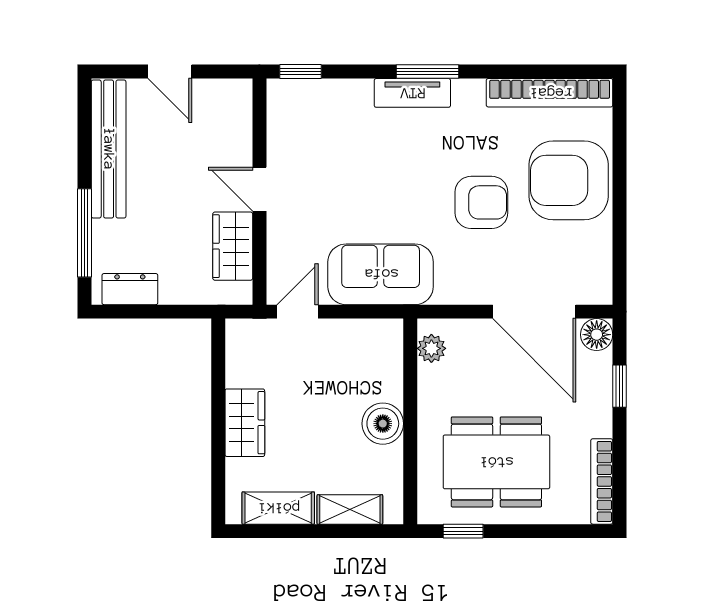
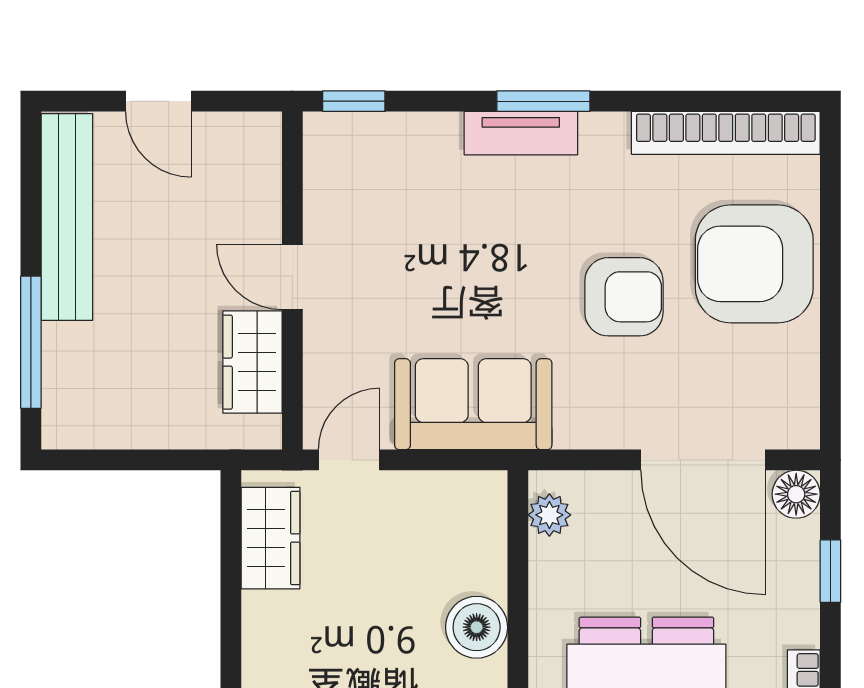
dresser: (130, 289) -> (99, 426), removed
wardrobe: (245, 423) -> (270, 538), moved

